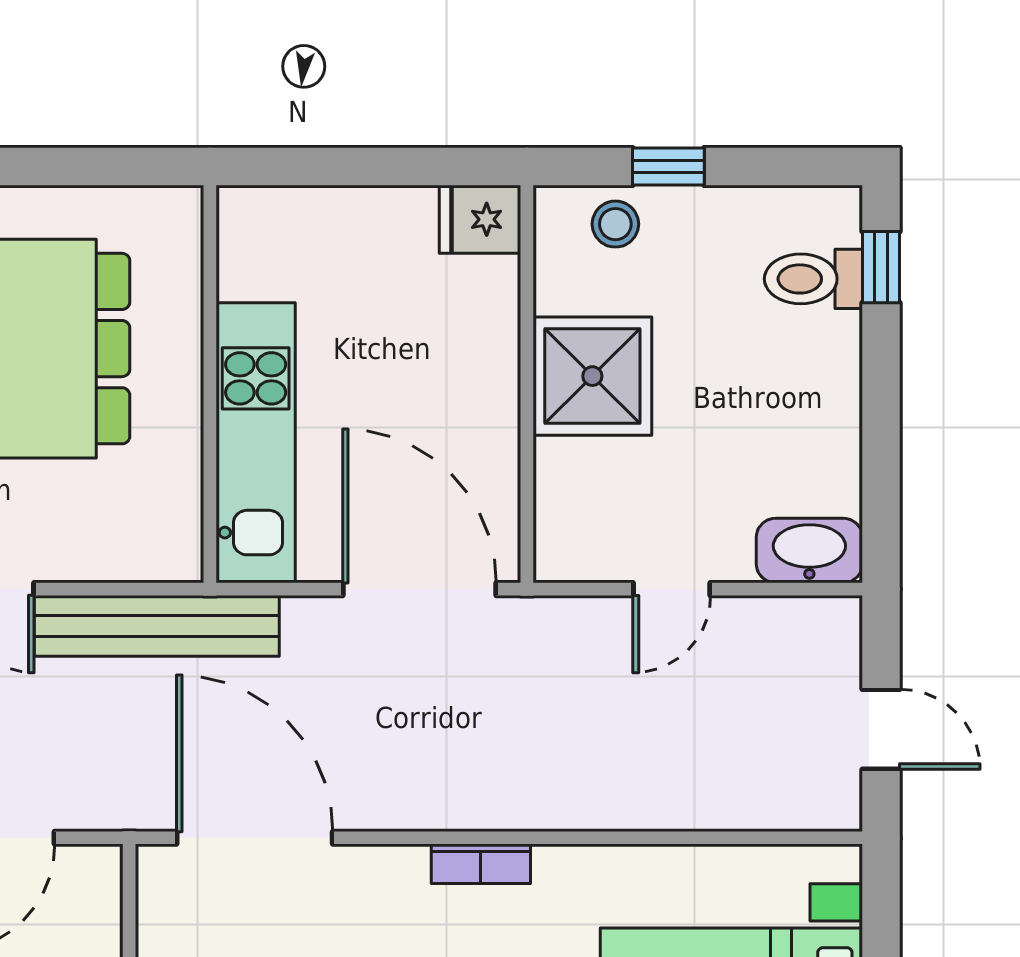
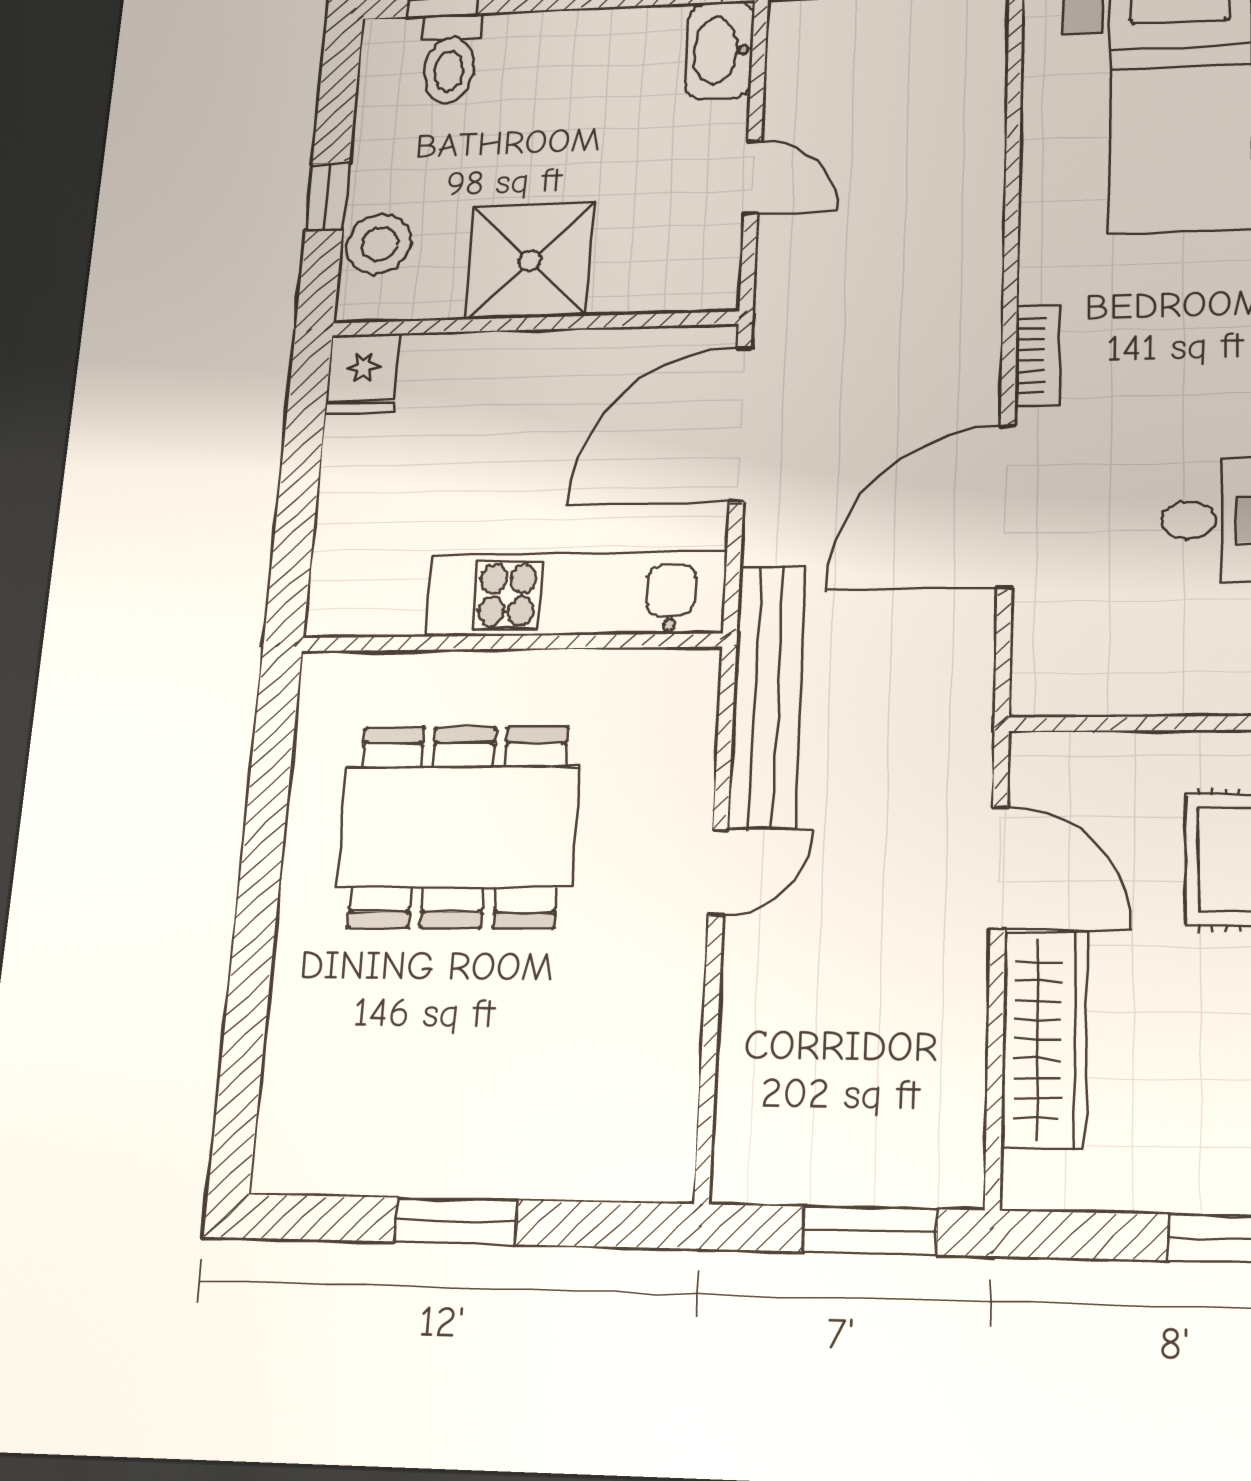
stool: (615, 224) -> (379, 244), width x1.37, depth x1.37
door: (255, 838) -> (1006, 506), moved

